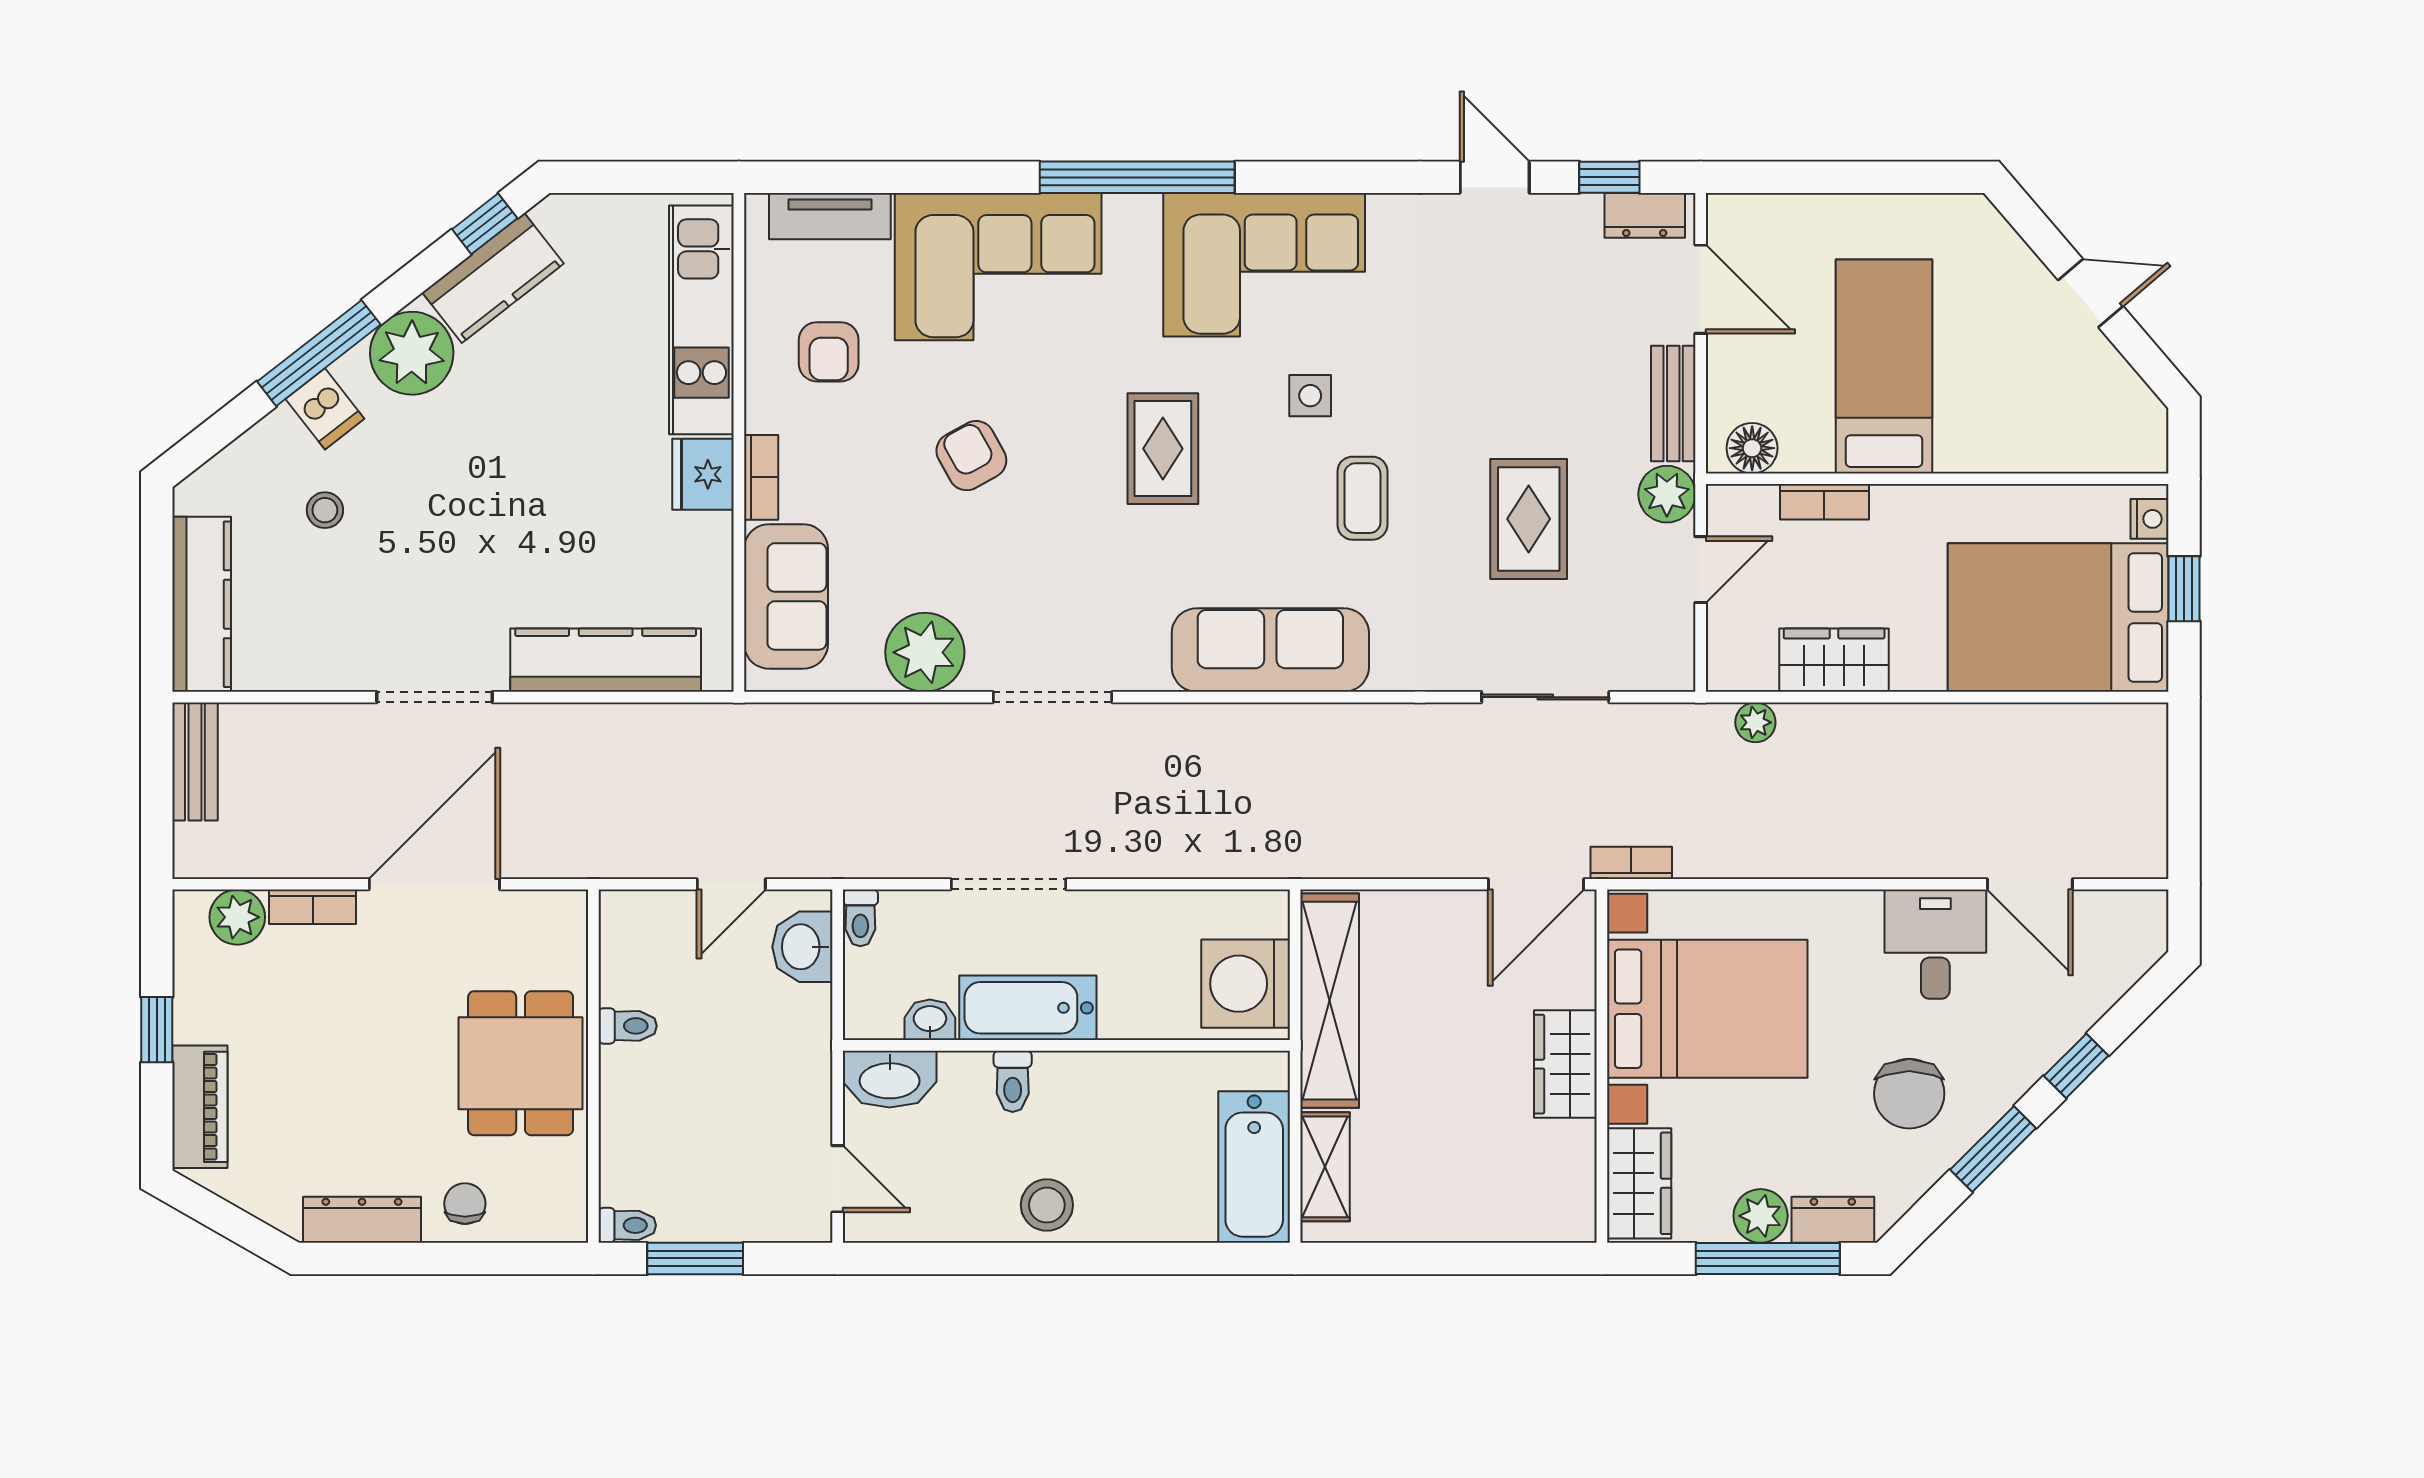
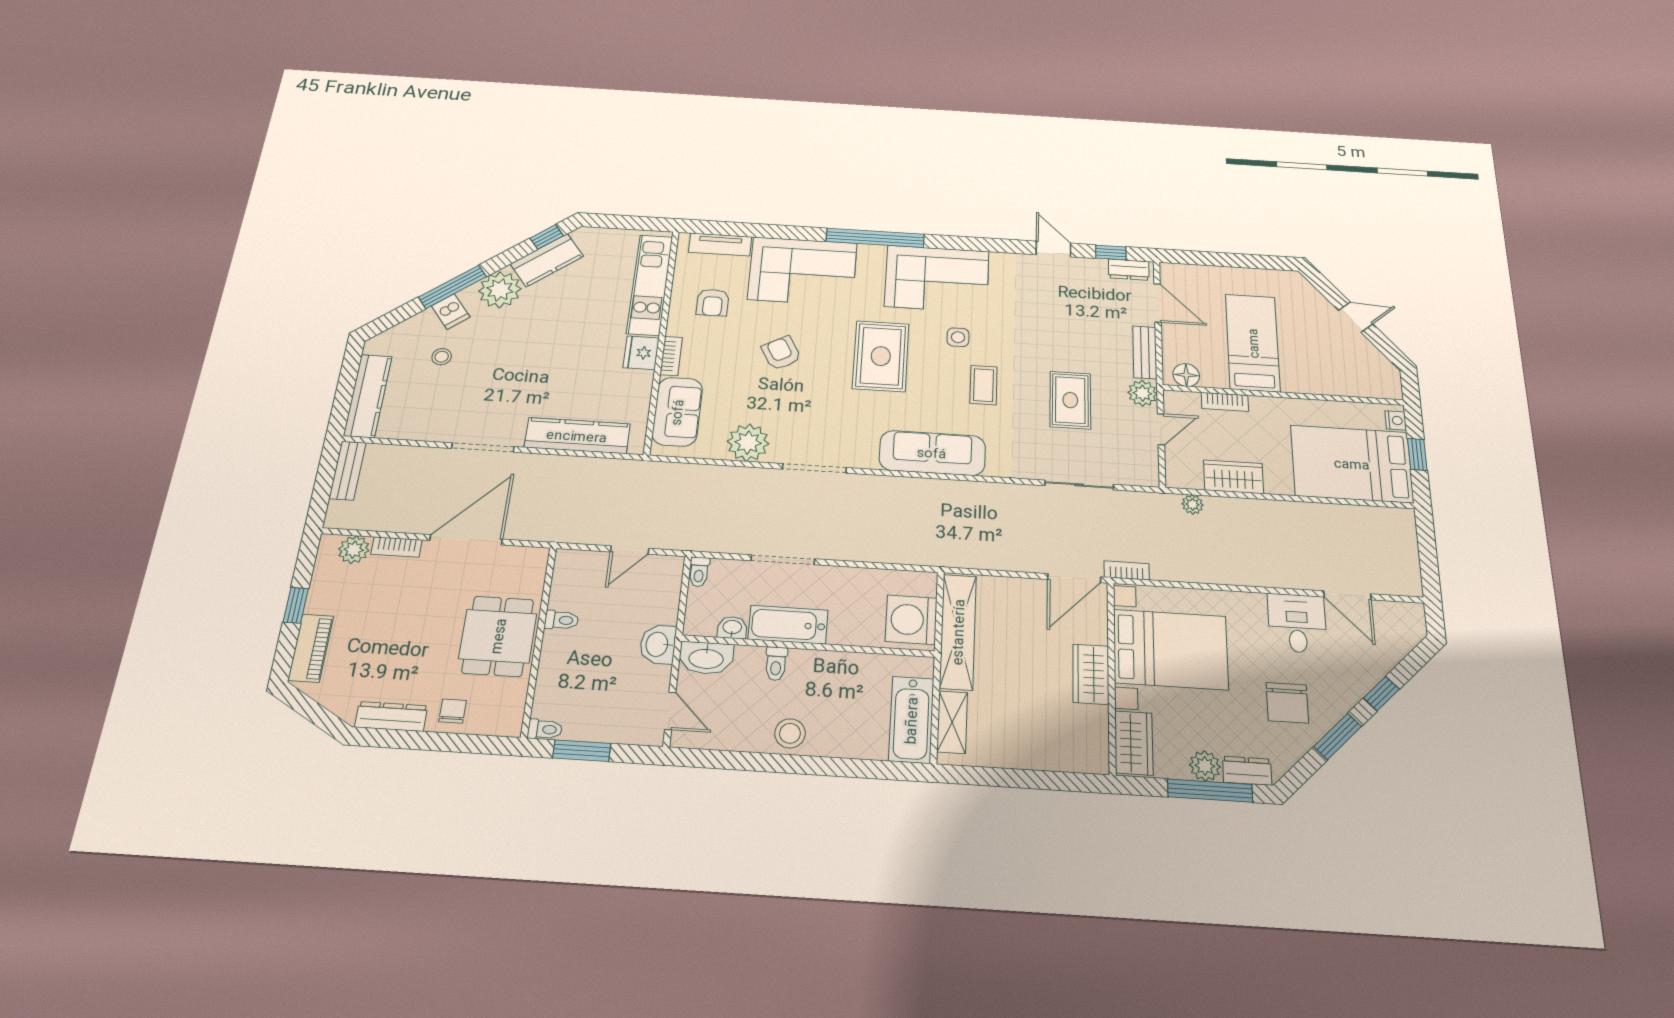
rug: (1163, 449) -> (881, 356), width x1.36, depth x1.43
washbasin: (802, 947) -> (658, 644), moved

